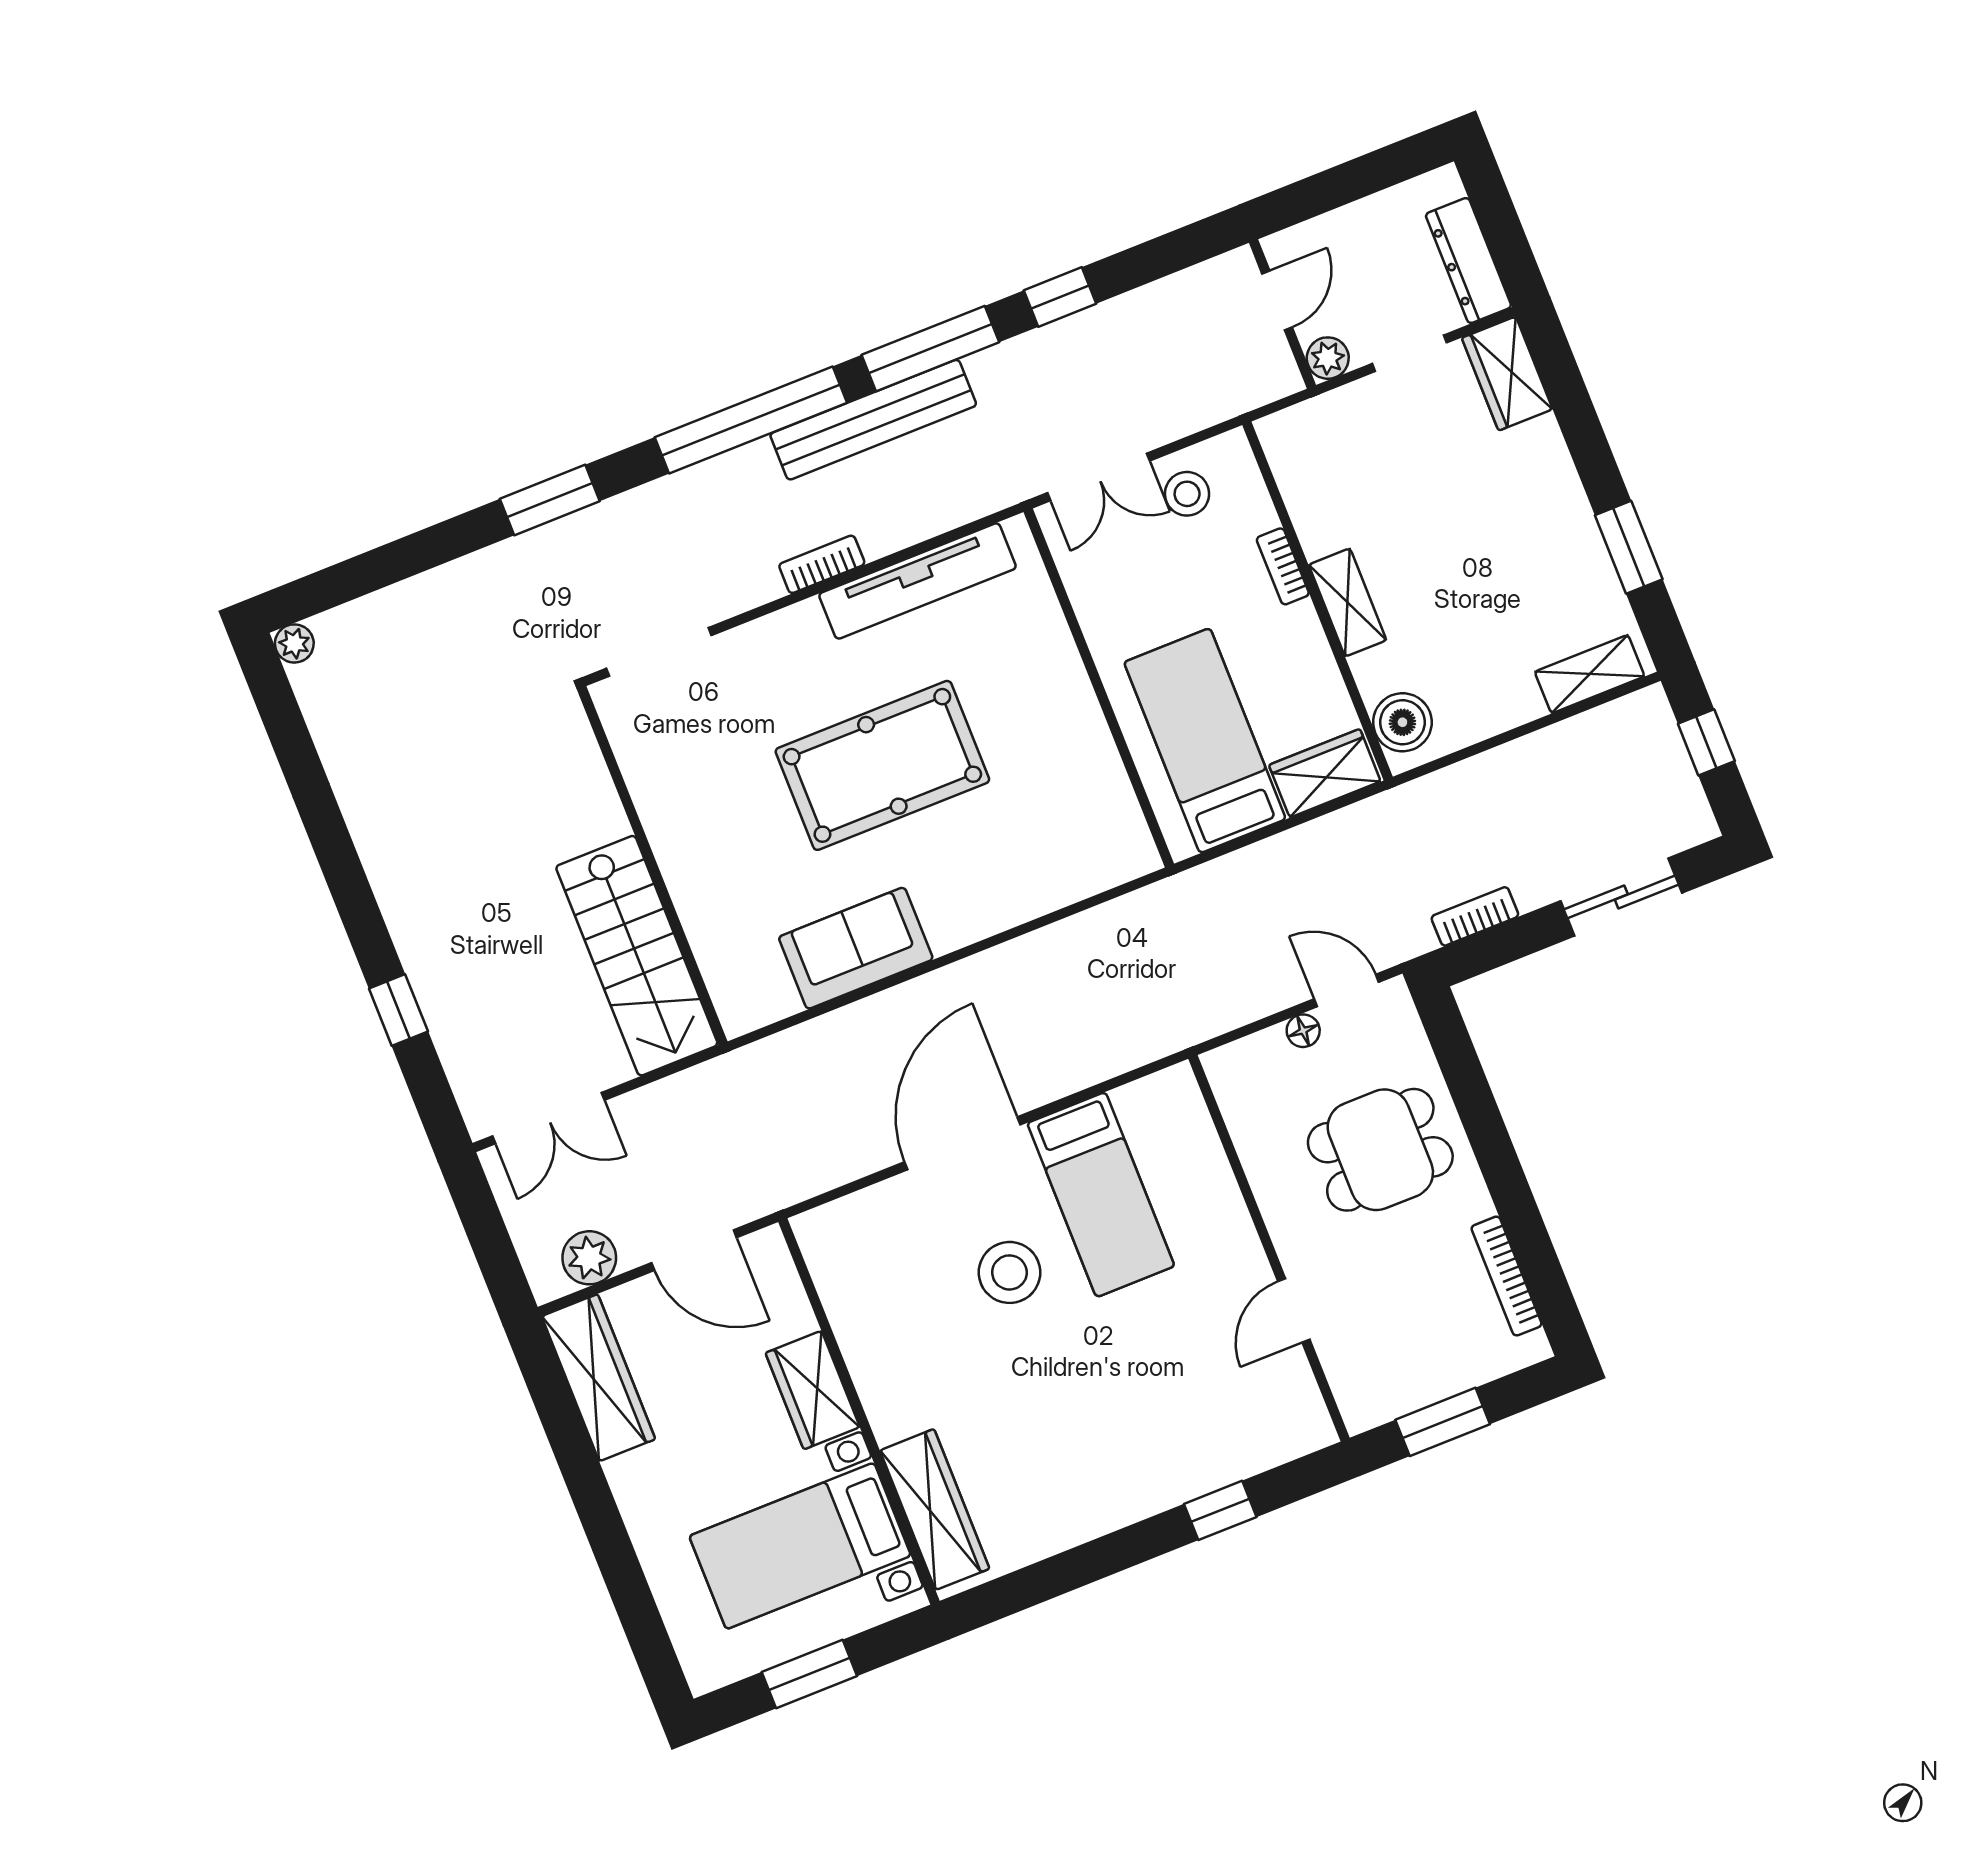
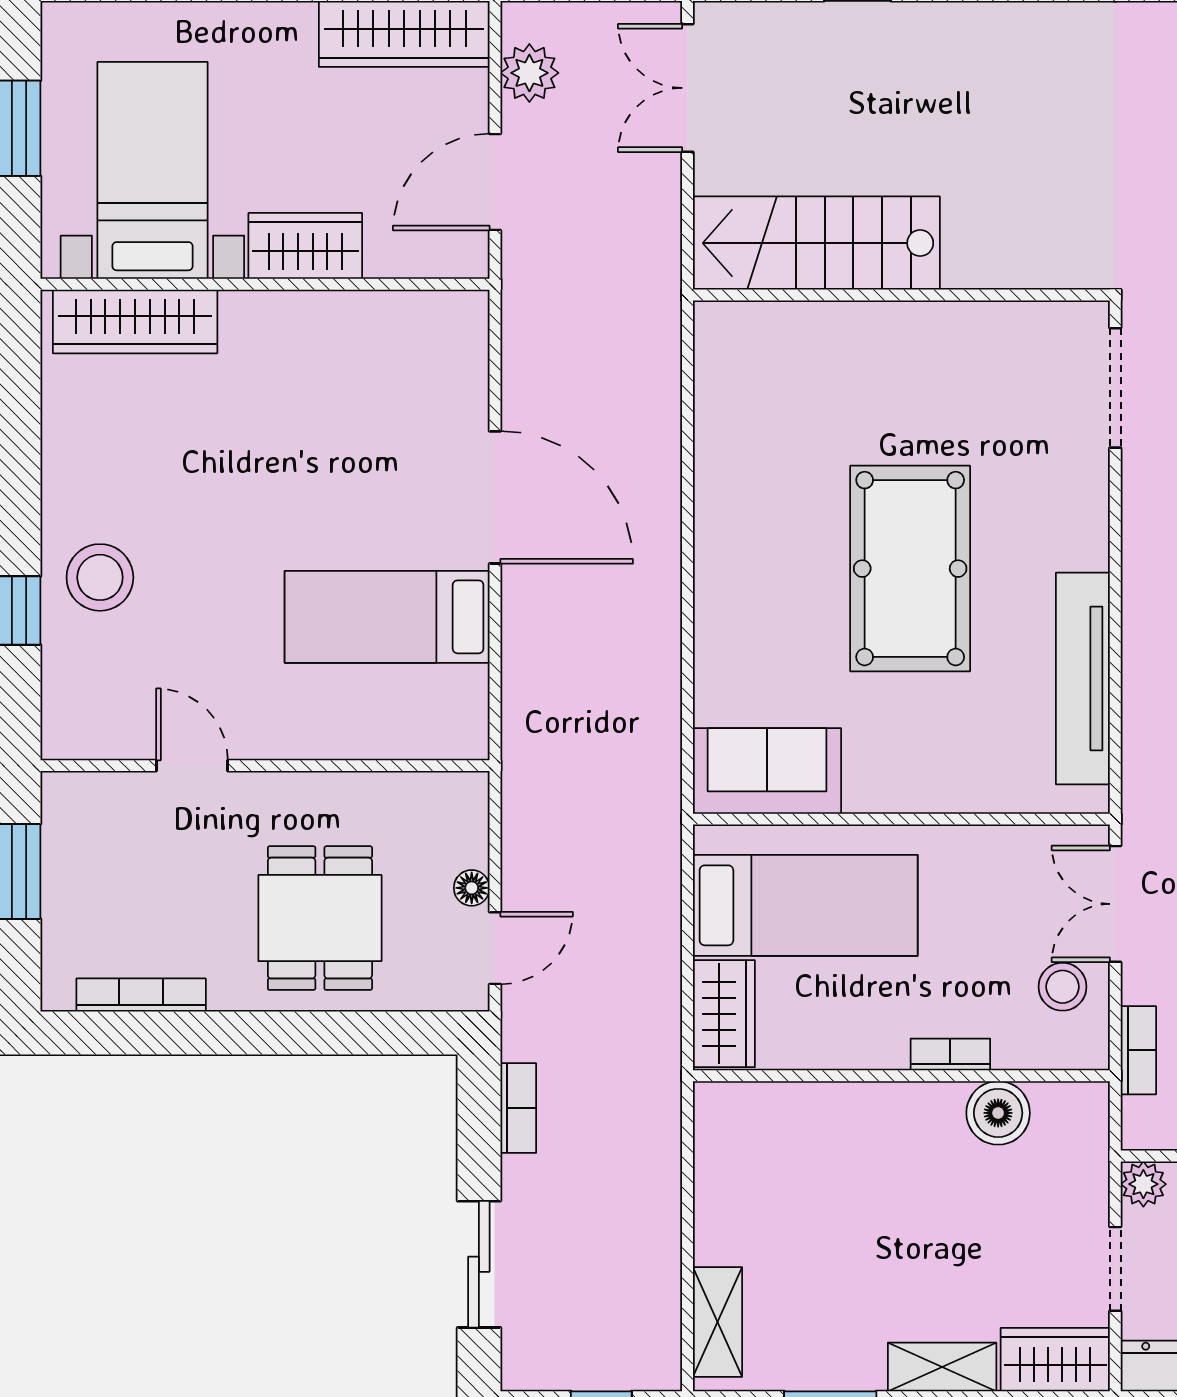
bookcase: (822, 564) -> (1138, 1050), moved
shelving: (1348, 602) -> (942, 1367), moved
boiler: (1402, 722) -> (998, 1113), moved
sofa: (856, 948) -> (767, 771), moved, turned -90
stool: (1009, 1272) -> (100, 577), moved

